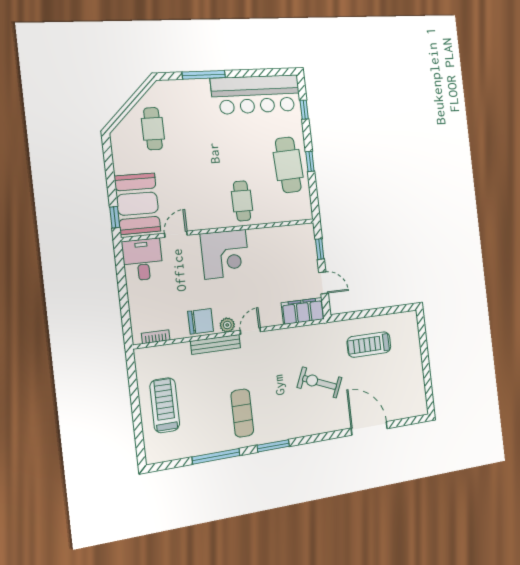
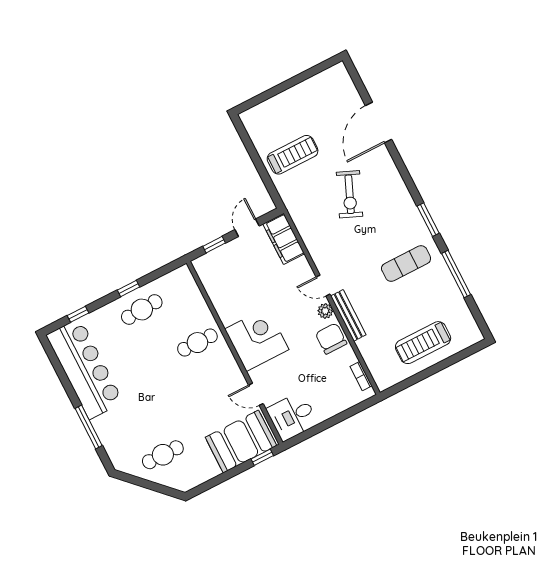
cafe table: (288, 165) -> (142, 310), width x0.73, depth x0.74
treadmill: (369, 345) -> (293, 155), turned -90

